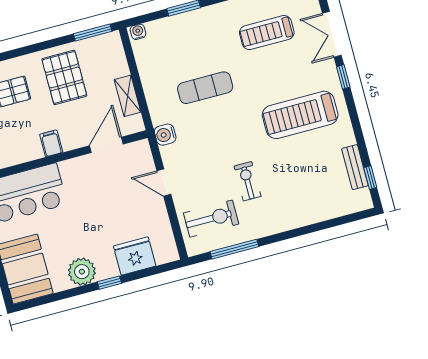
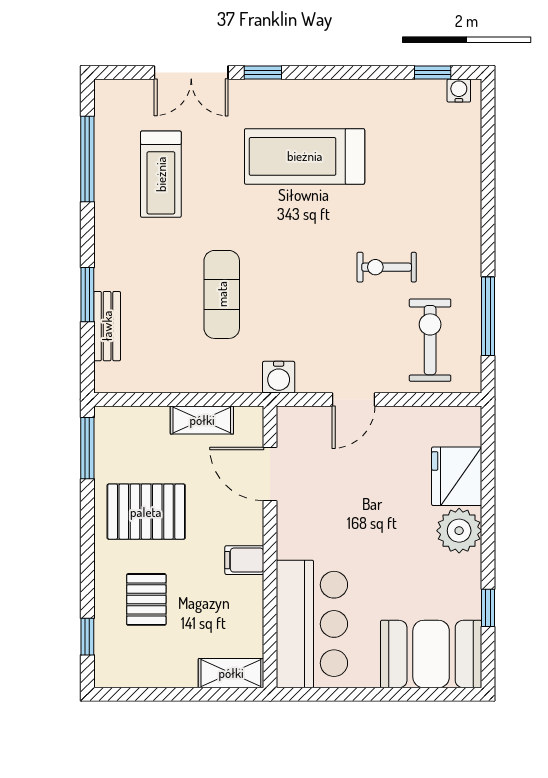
water cooler: (138, 32) -> (459, 91), moved, turned 90
treadmill: (300, 115) -> (305, 156), turned 90
bench: (355, 167) -> (107, 326), moved, turned 90
plant: (82, 272) -> (459, 531), moved
window: (109, 283) -> (488, 608), moved

